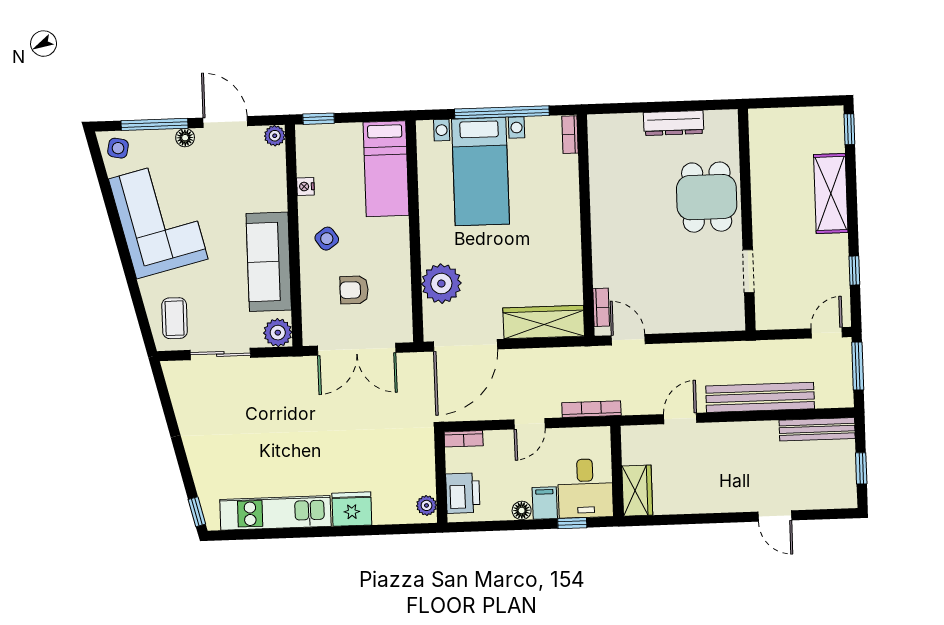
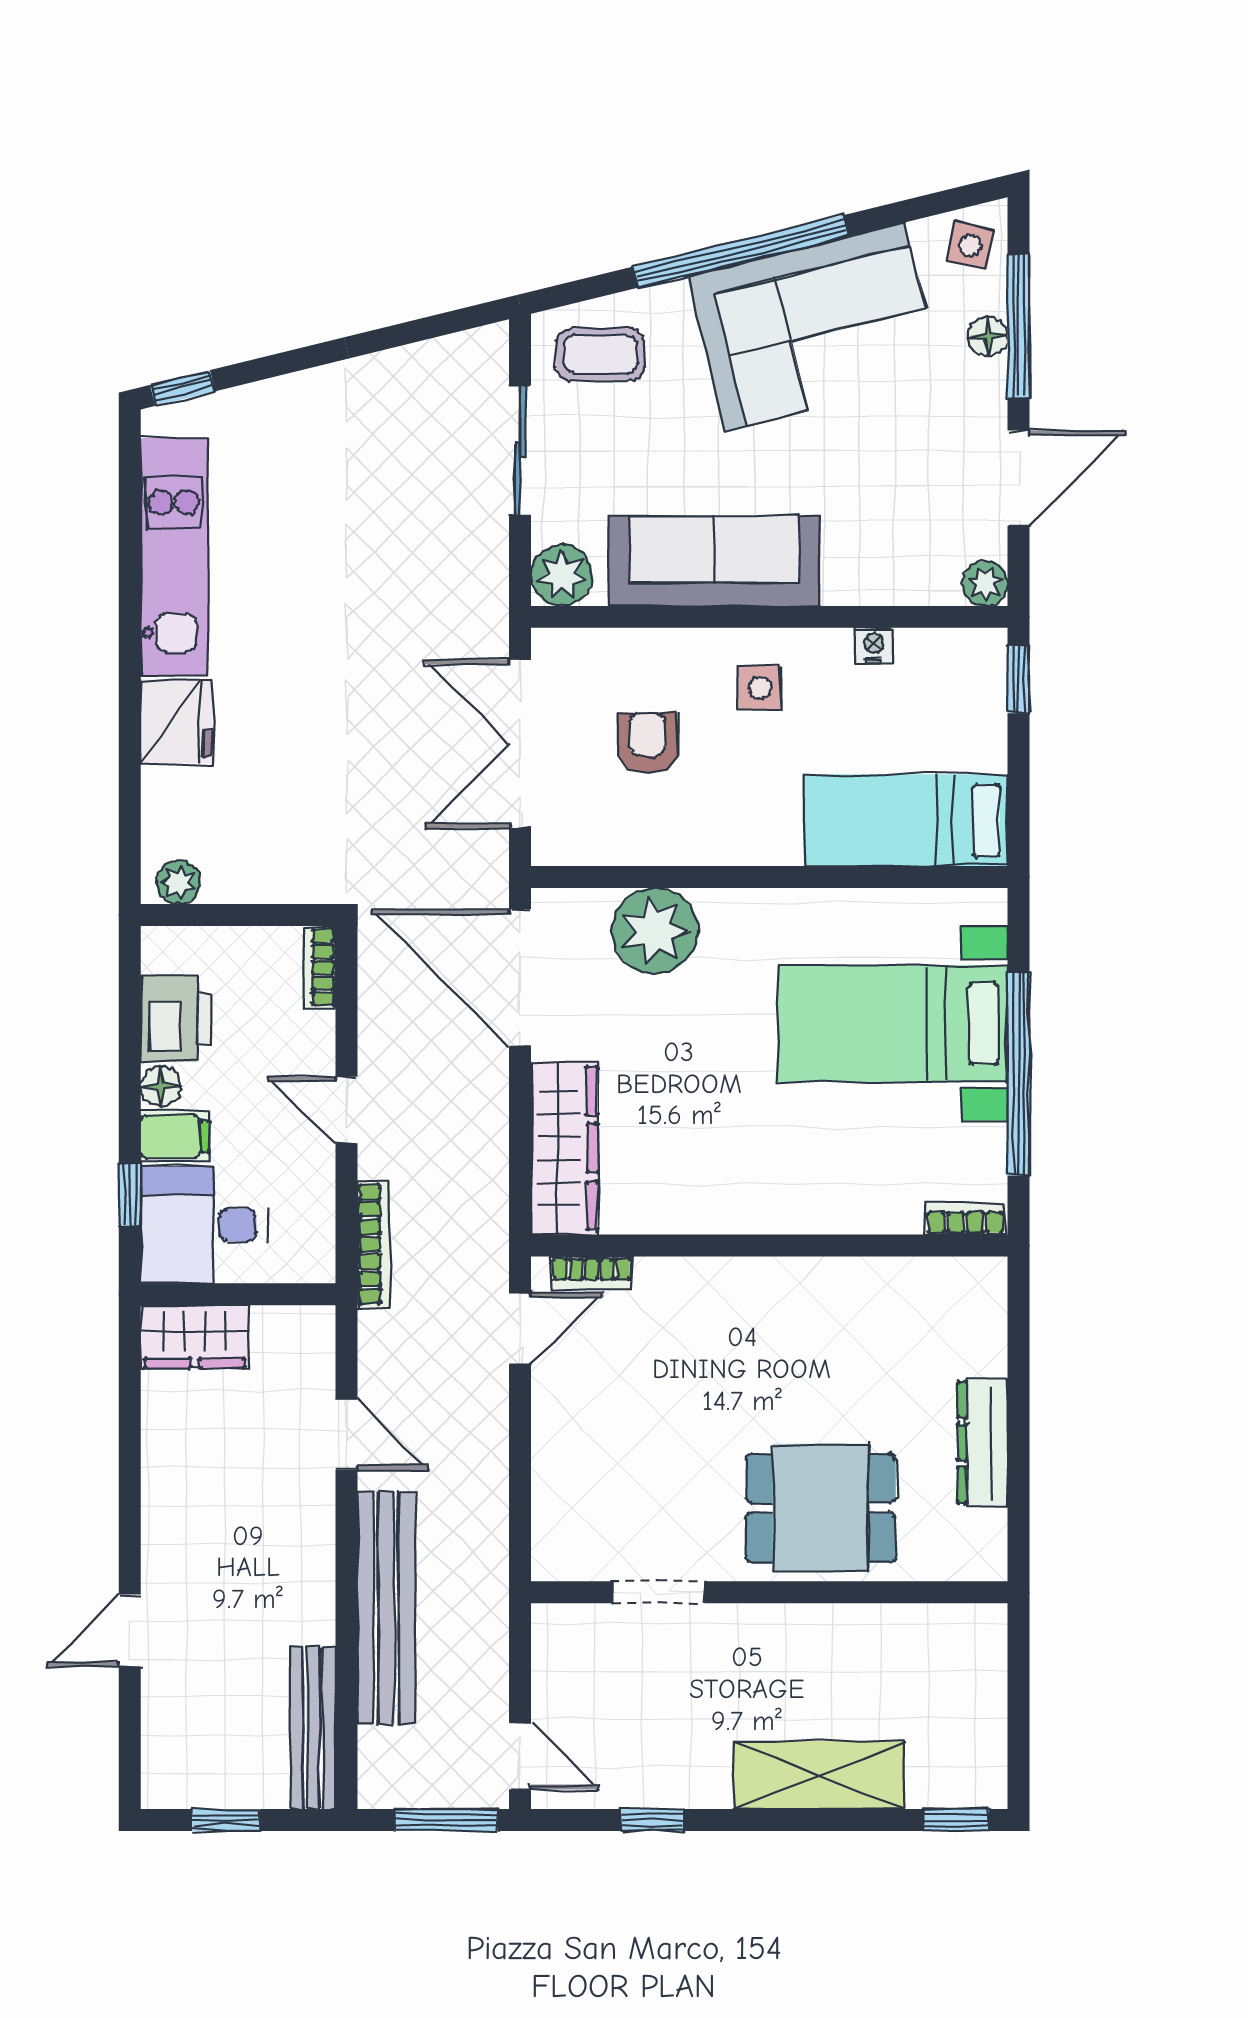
floor lamp: (185, 138) -> (988, 336), moved
side table: (327, 239) -> (760, 688), turned 35
window: (124, 255) -> (741, 251), added
printer: (463, 493) -> (176, 1019), moved, turned -90

